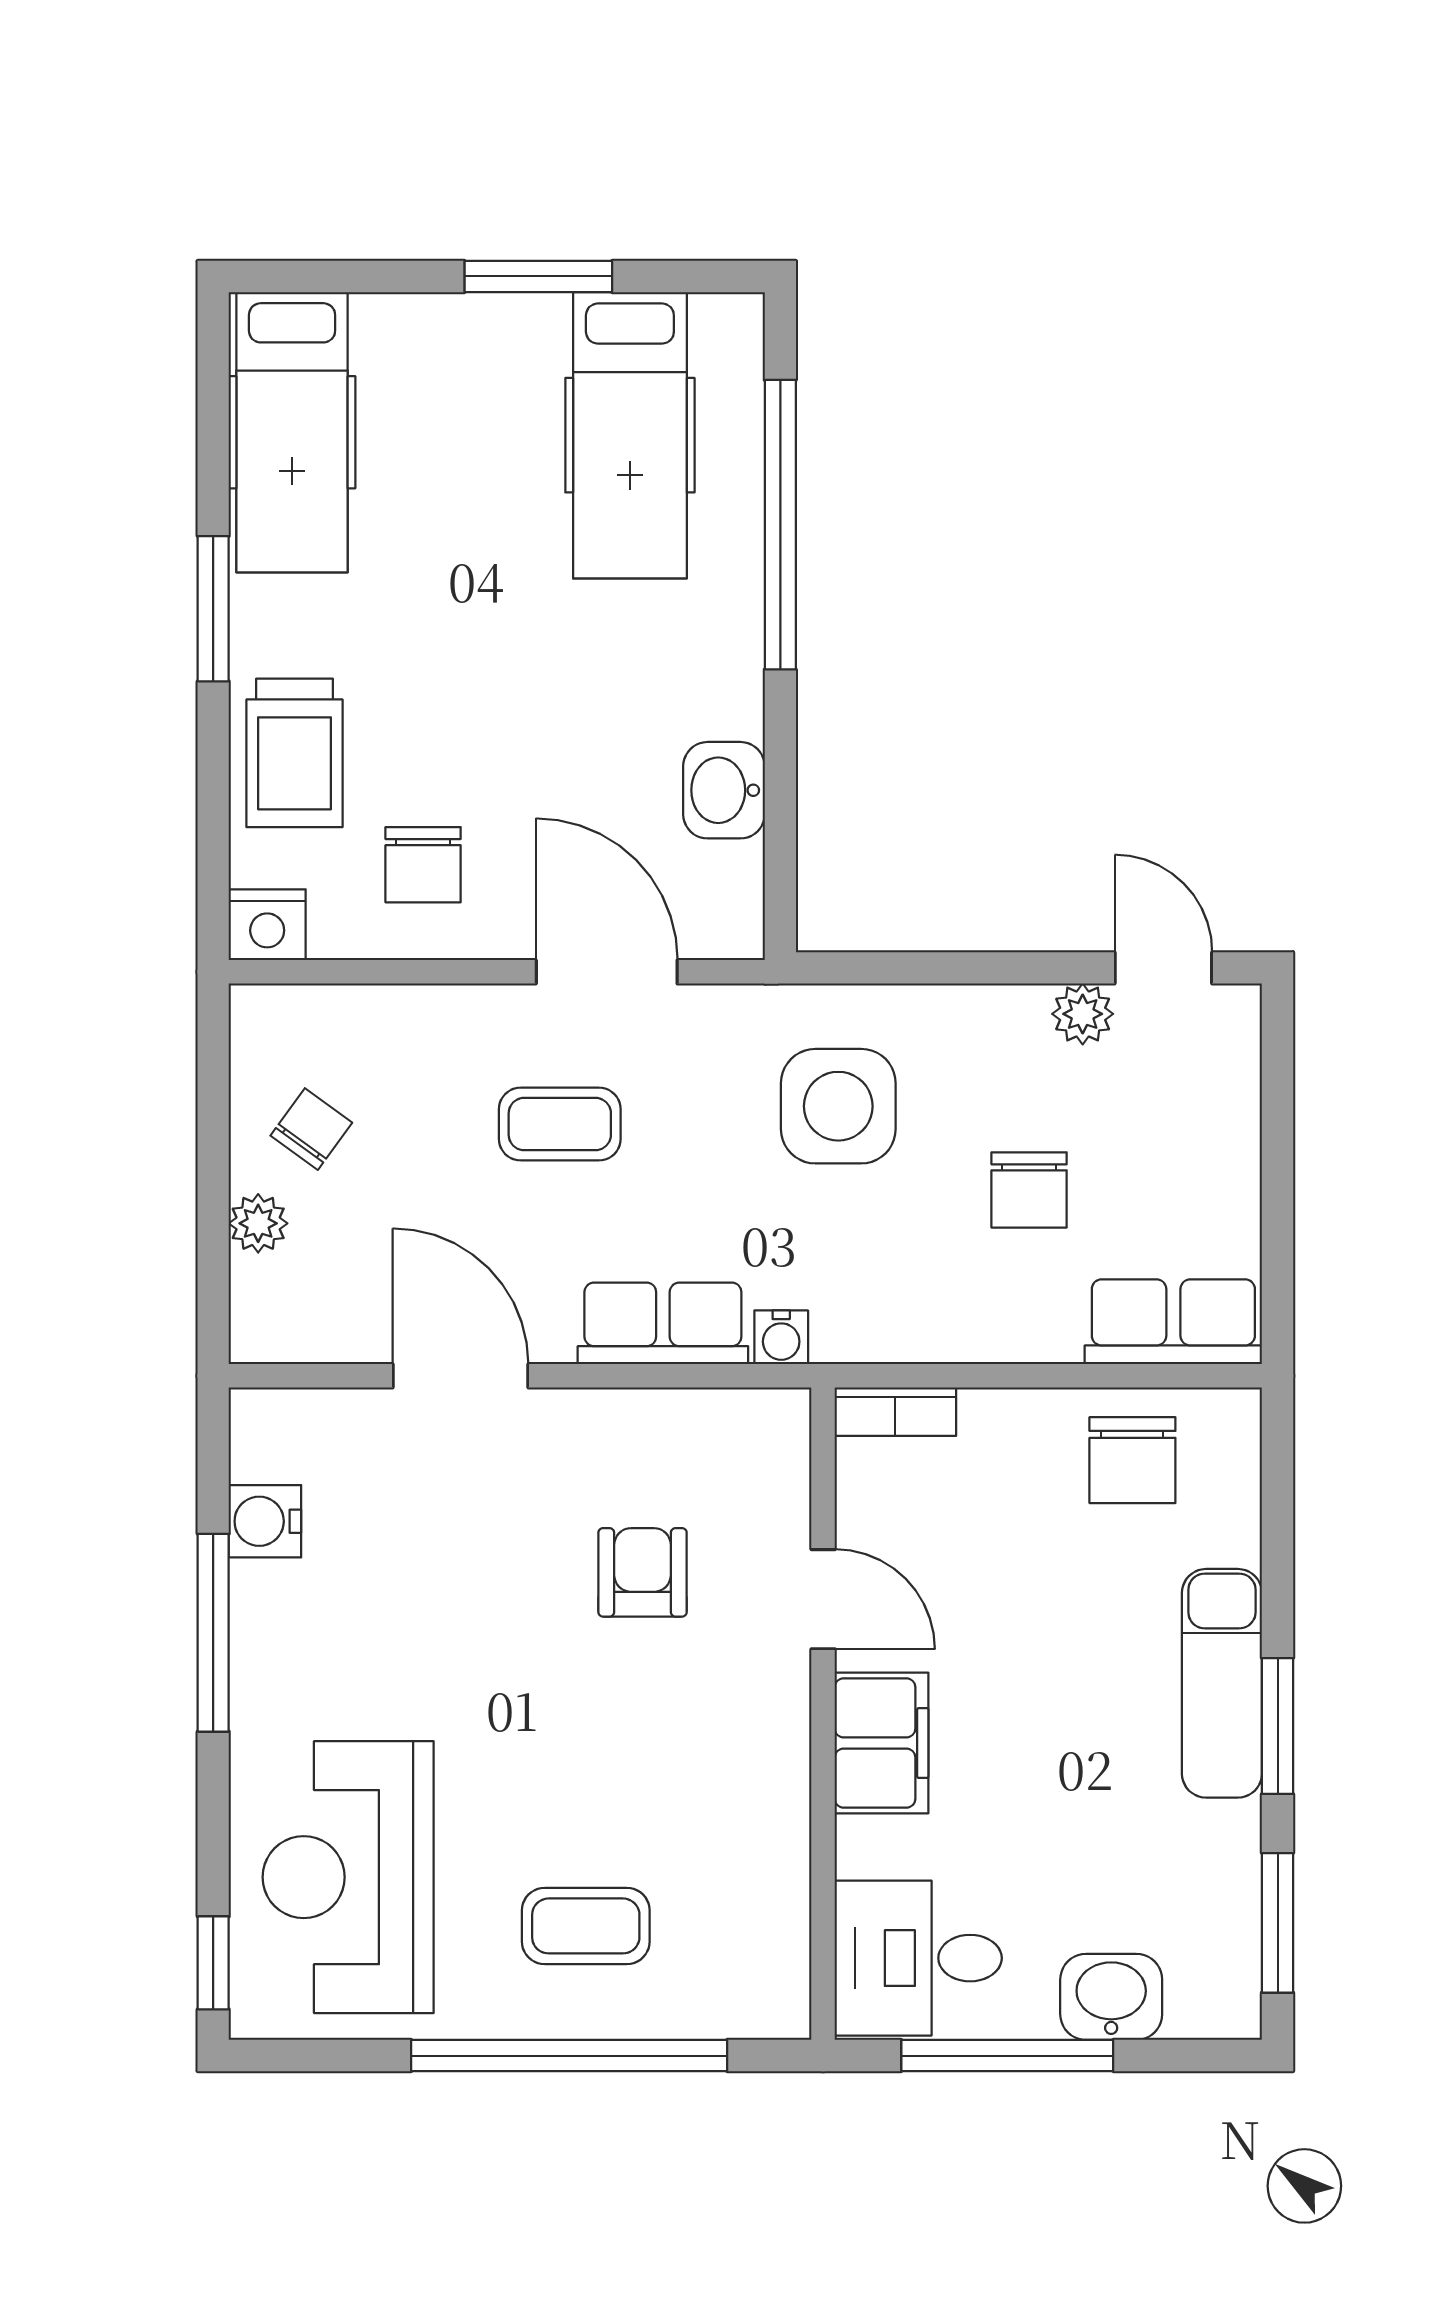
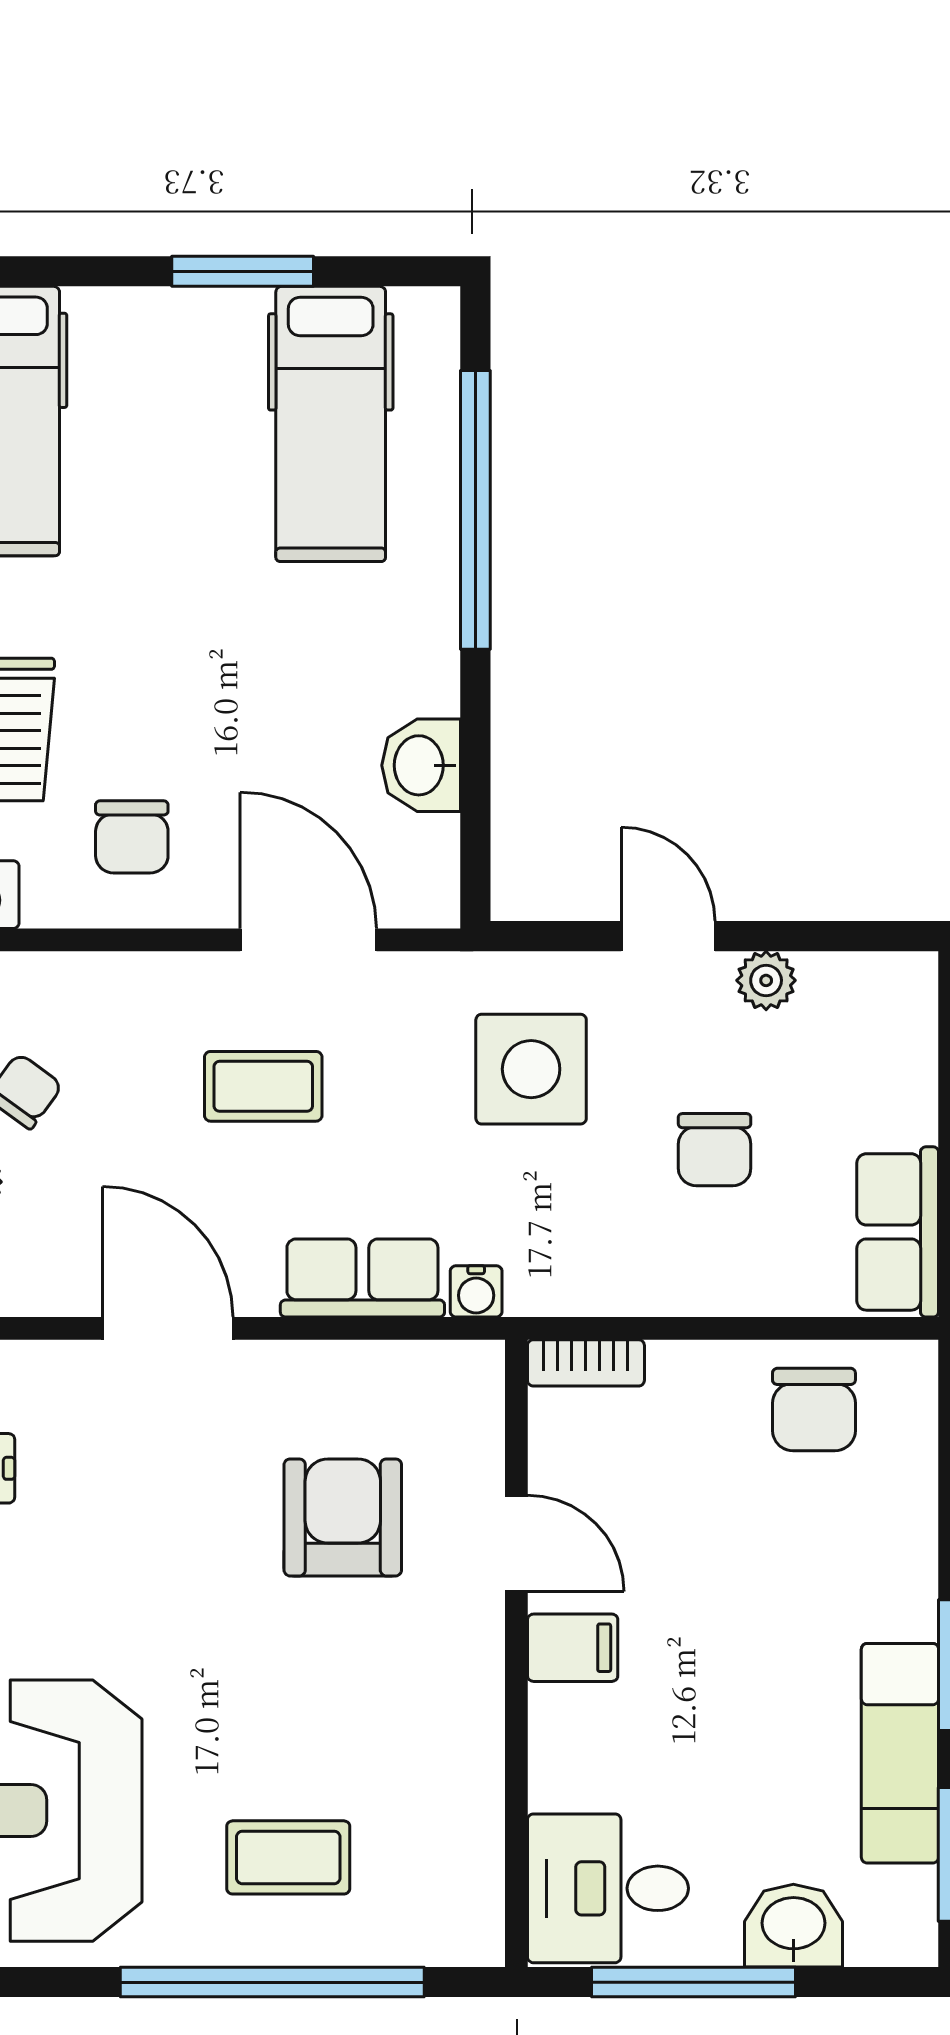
door: (1163, 968) -> (668, 936), moved
row of seats: (1173, 1322) -> (898, 1232), moved, turned -90
armchair: (643, 1572) -> (343, 1517), width x1.38, depth x1.38
exam couch: (1222, 1683) -> (900, 1753), moved
filing cabinet: (882, 1743) -> (573, 1648), width x0.50

